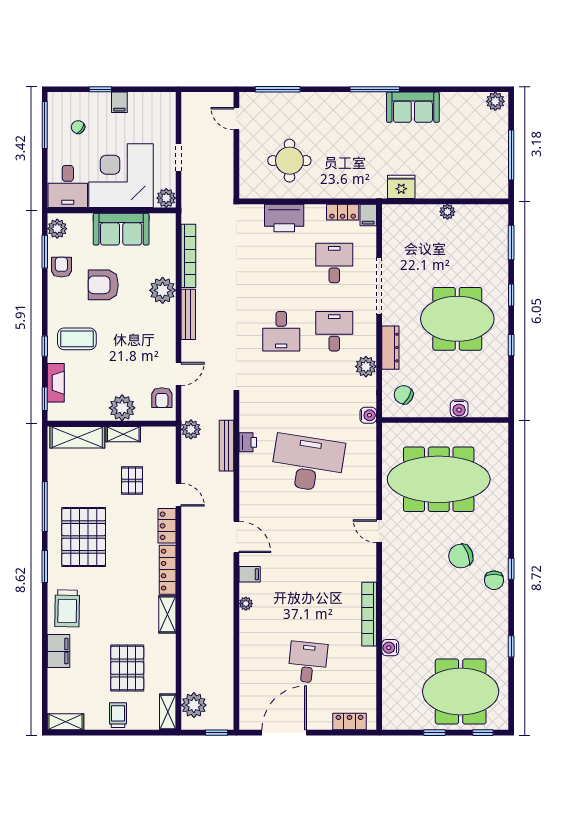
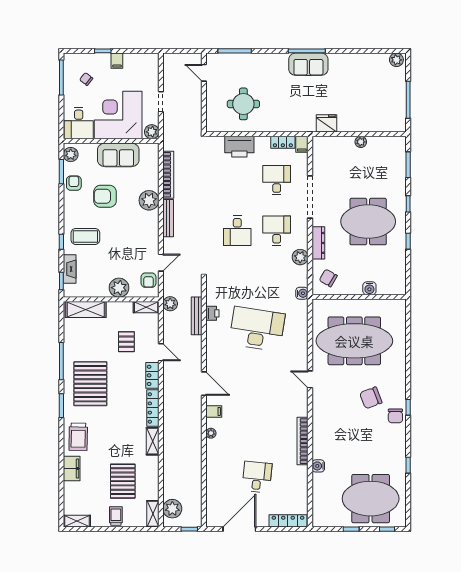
sofa: (413, 107) -> (308, 64), moved
shelving: (123, 434) -> (146, 307), moved
locker: (349, 722) -> (288, 521), width x1.53

